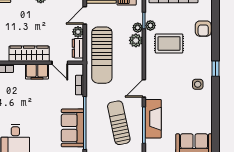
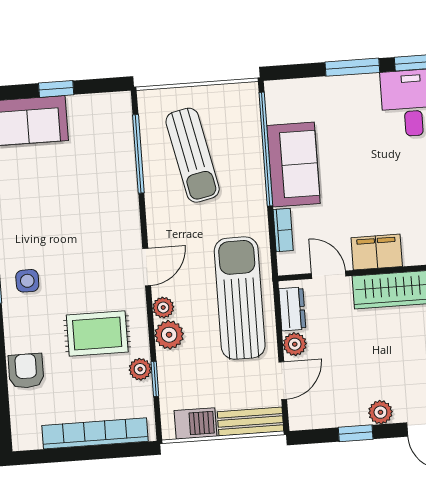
plant: (138, 28) -> (163, 307), moved
side table: (198, 84) -> (27, 281), moved
door: (144, 88) -> (147, 267), moved
fireplace: (153, 119) -> (119, 169), removed
sofa: (72, 128) -> (293, 164), moved

